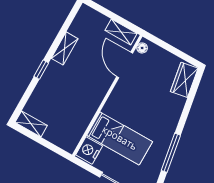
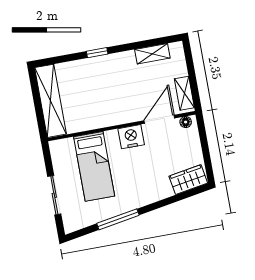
shelving: (65, 48) -> (152, 54), moved
shelving: (31, 124) -> (50, 101), width x2.20, depth x1.33
nightstand: (89, 150) -> (131, 137), moved

